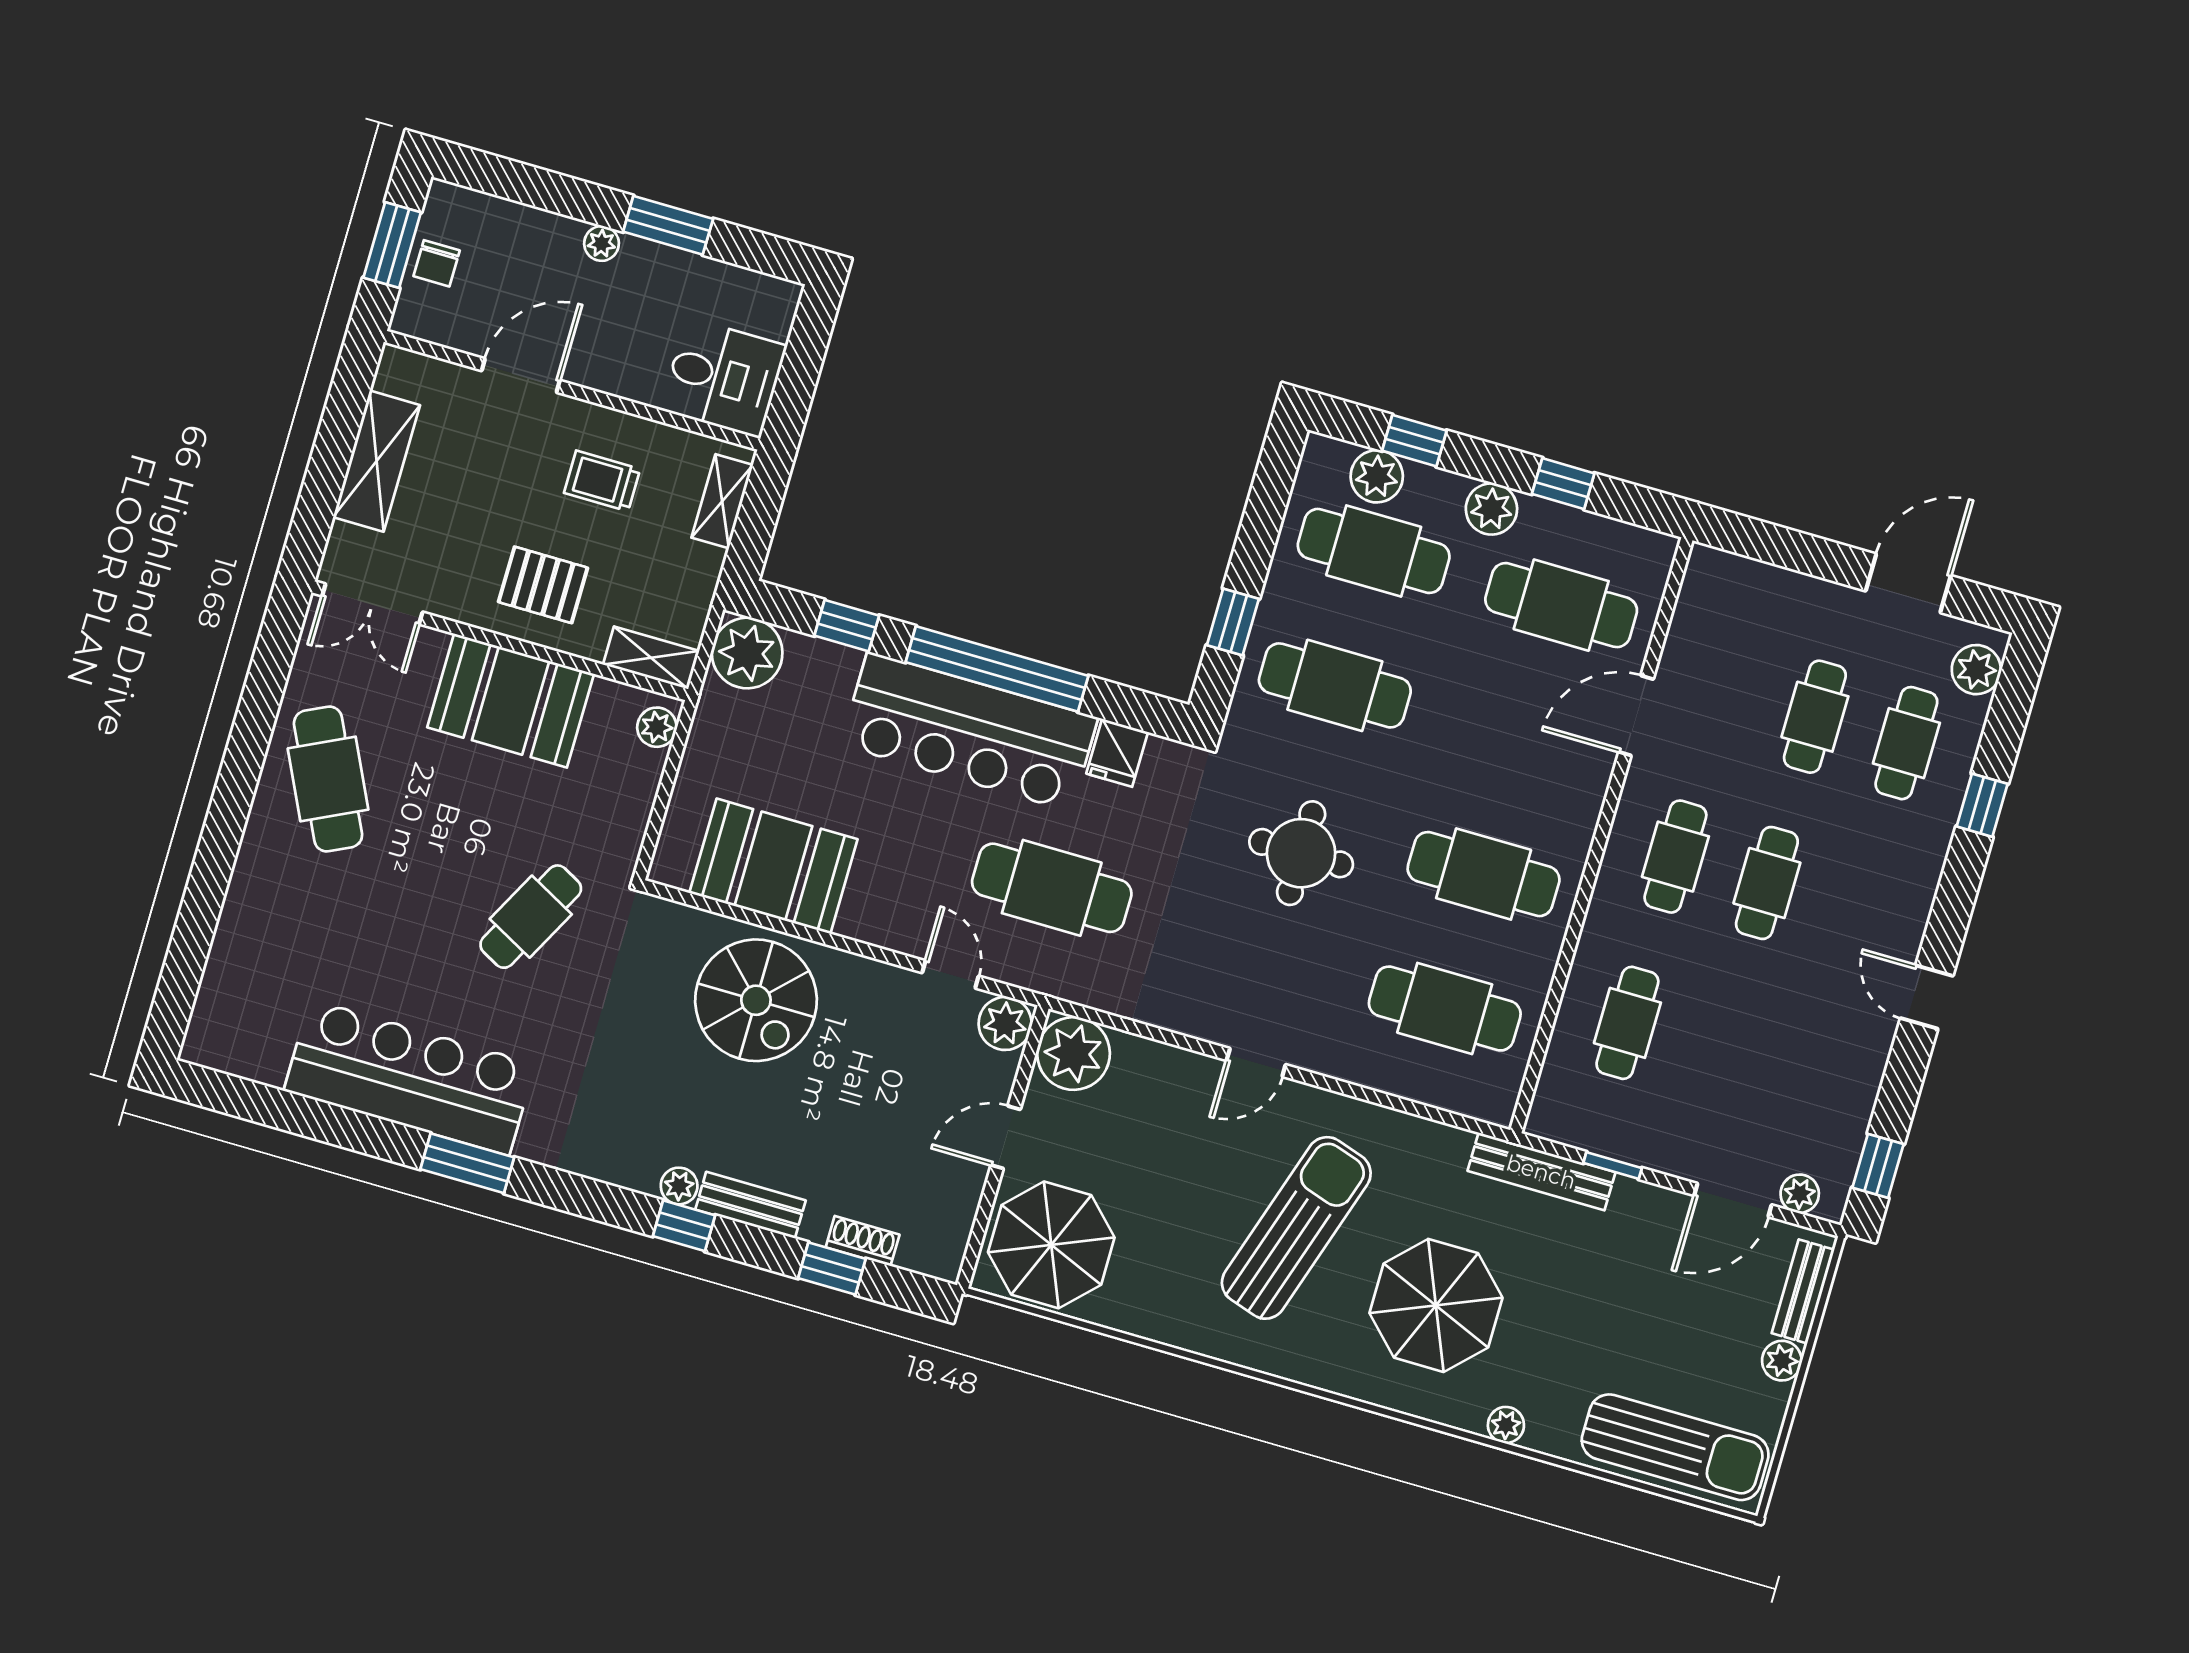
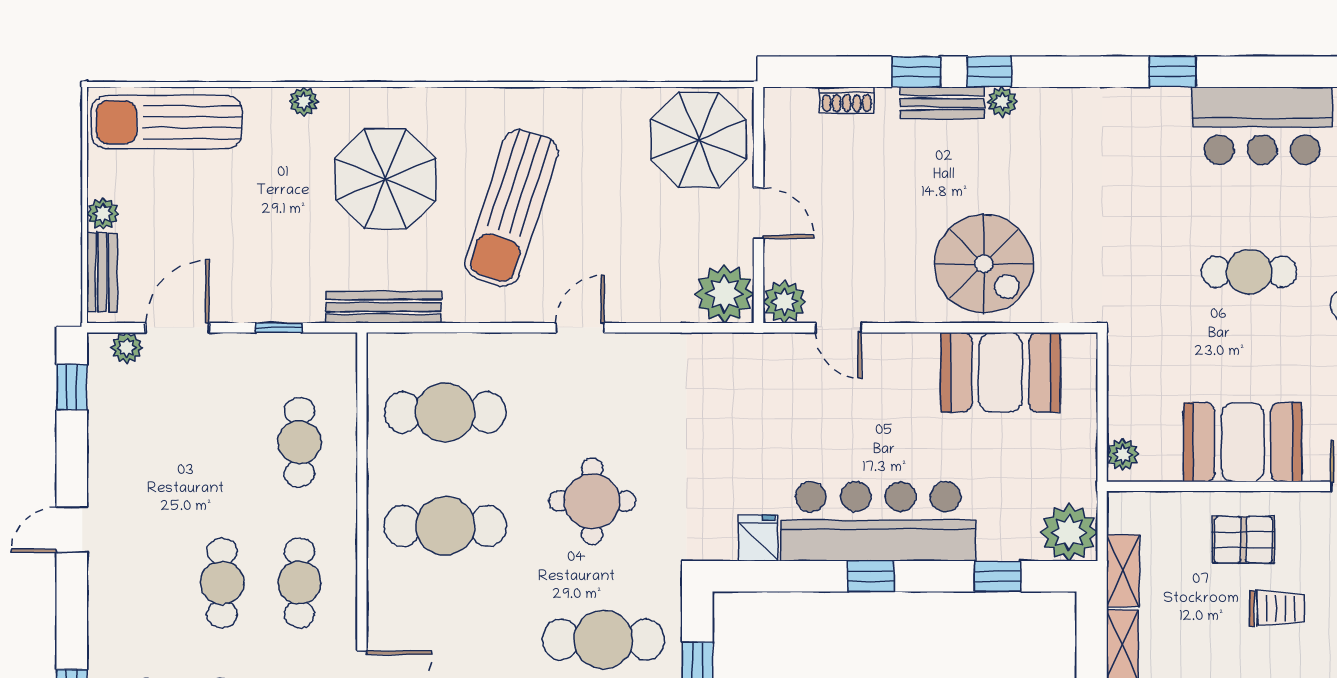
trolley: (602, 481) -> (1277, 608), moved
shelving: (651, 658) -> (1123, 571), moved, turned 90
window: (997, 669) -> (871, 576), width x0.32
cafe table: (1052, 888) -> (779, 418), removed
cafe table: (531, 917) -> (1249, 272), moved, turned 62
door: (1927, 997) -> (72, 530), swing flipped
spiral stairs: (756, 1000) -> (984, 264), turned 180
bar counter: (410, 1077) -> (1262, 126), width x0.73
door: (1006, 1137) -> (758, 213), hinge flipped
window: (467, 1163) -> (1172, 72), width x0.67
bench: (1541, 1172) -> (384, 307), moved
window: (832, 1269) -> (916, 72), moved

